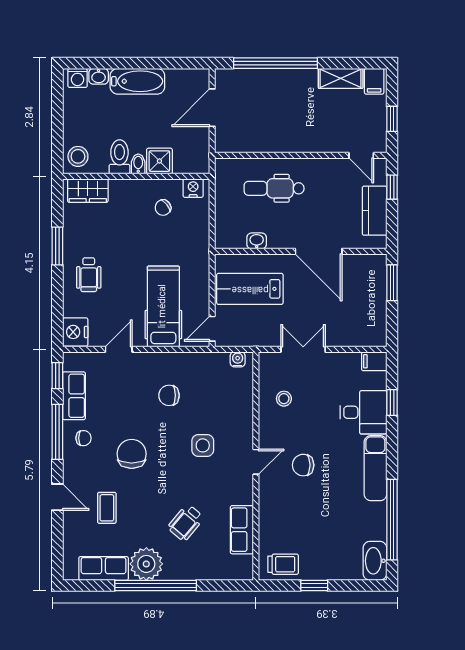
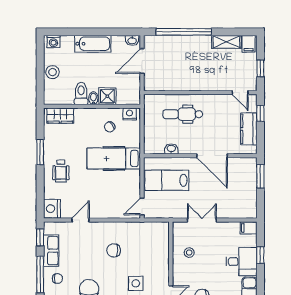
washbasin: (99, 76) -> (132, 40), moved
stool: (78, 156) -> (53, 72), moved
hospital bed: (163, 306) -> (114, 158), moved, turned -90
water cooler: (238, 359) -> (159, 227), removed

